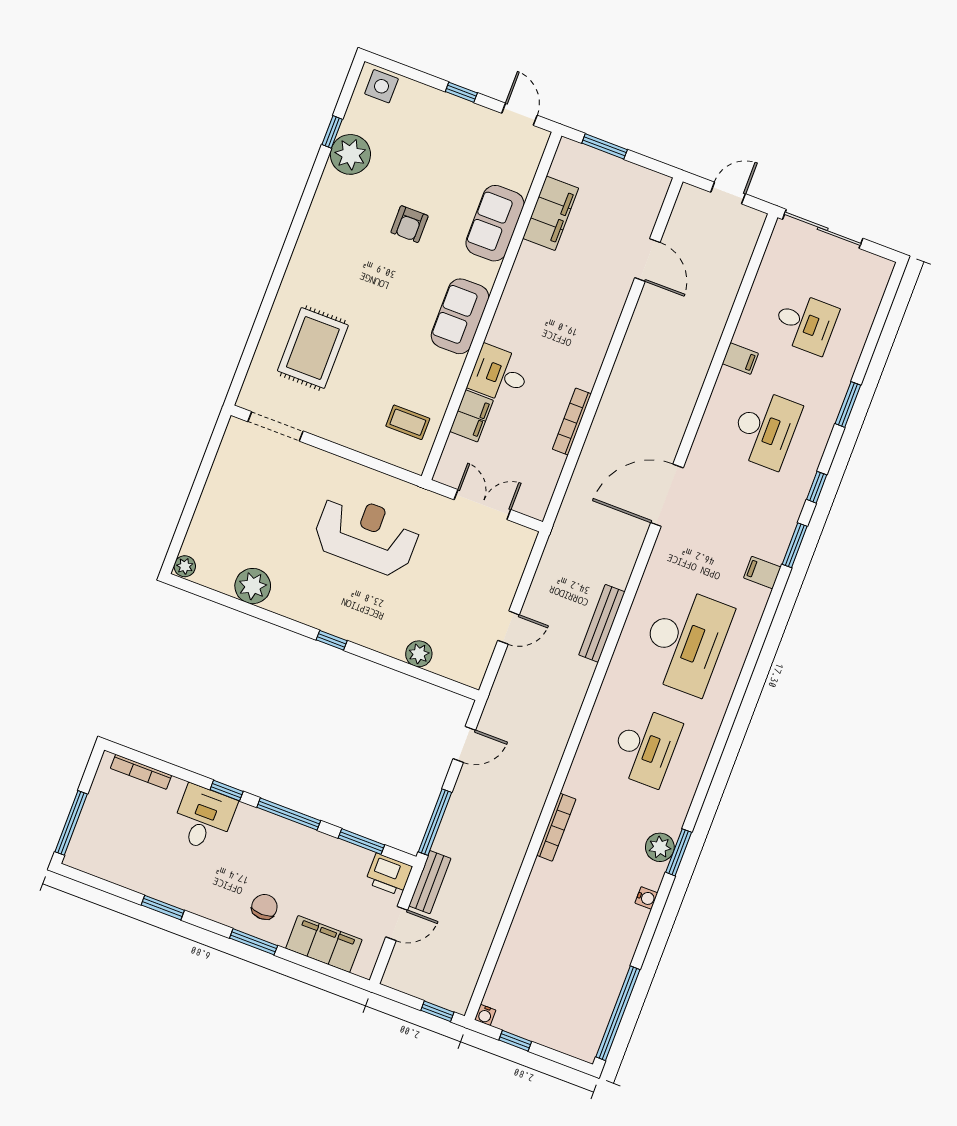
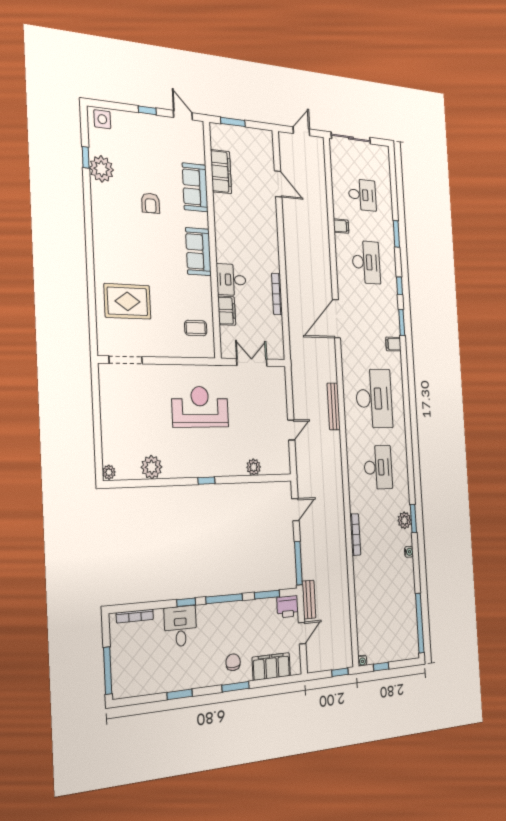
rug: (313, 348) -> (127, 301), turned 90

